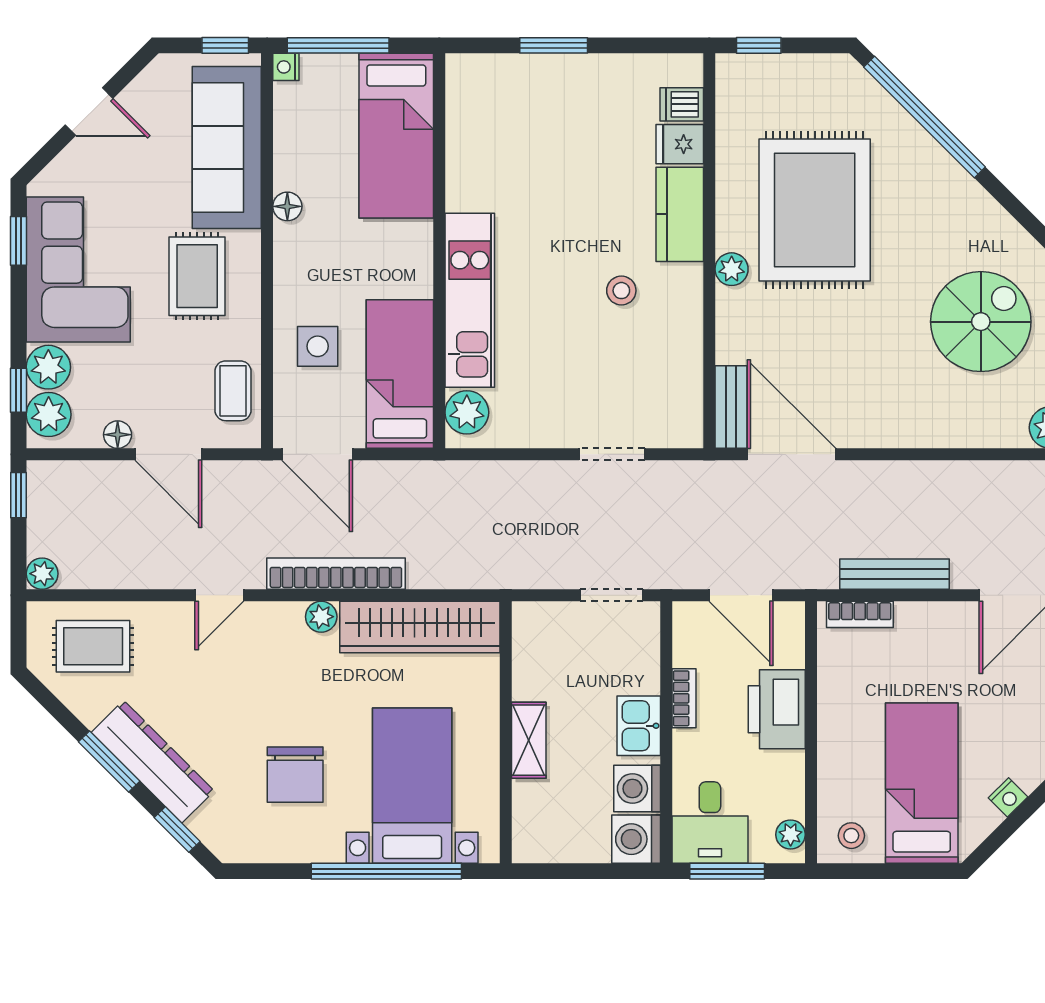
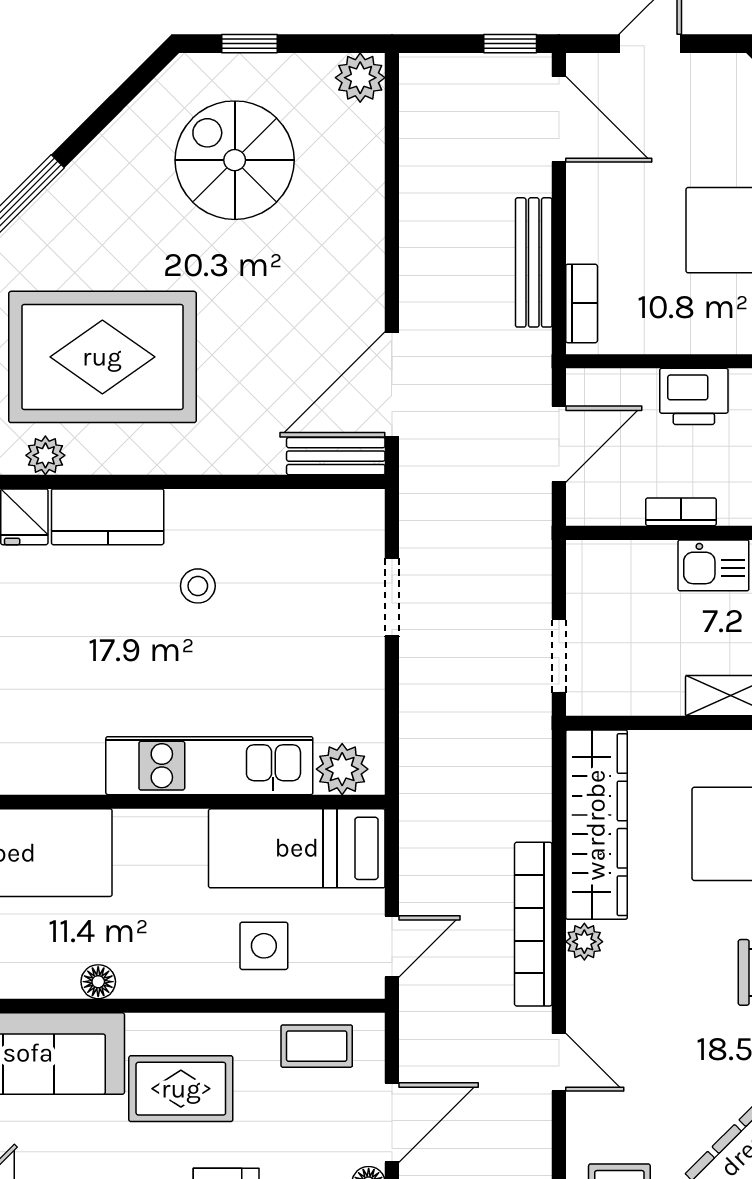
plant: (732, 269) -> (45, 455), moved
door: (317, 454) -> (392, 946), width x0.73
doorway: (611, 595) -> (559, 656), moved
printer: (777, 709) -> (694, 396), width x0.73, depth x0.84

